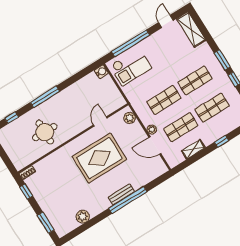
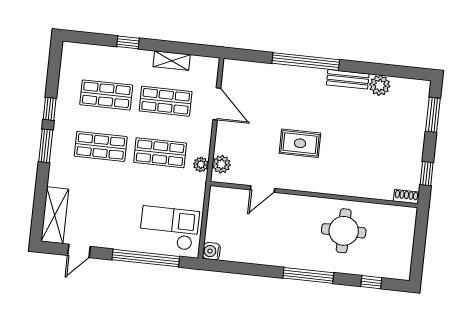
plant: (152, 129) -> (201, 164), moved
rug: (99, 158) -> (300, 143), width x0.54, depth x0.49
bench: (121, 194) -> (348, 79), moved

